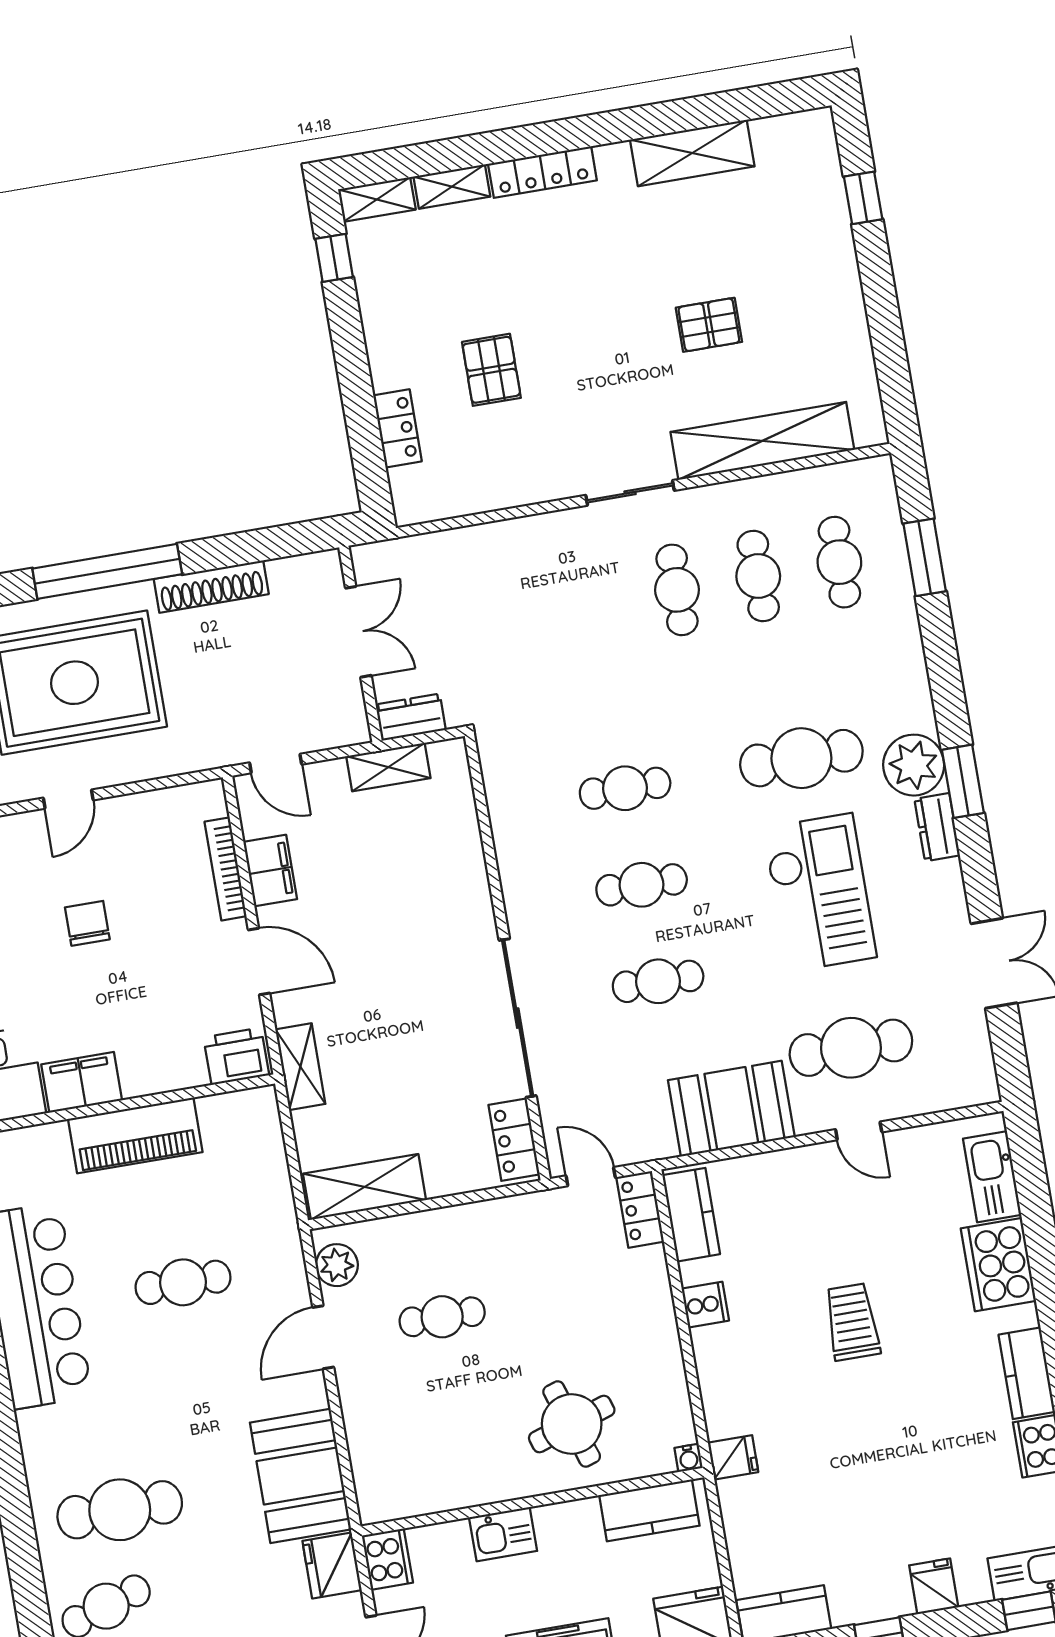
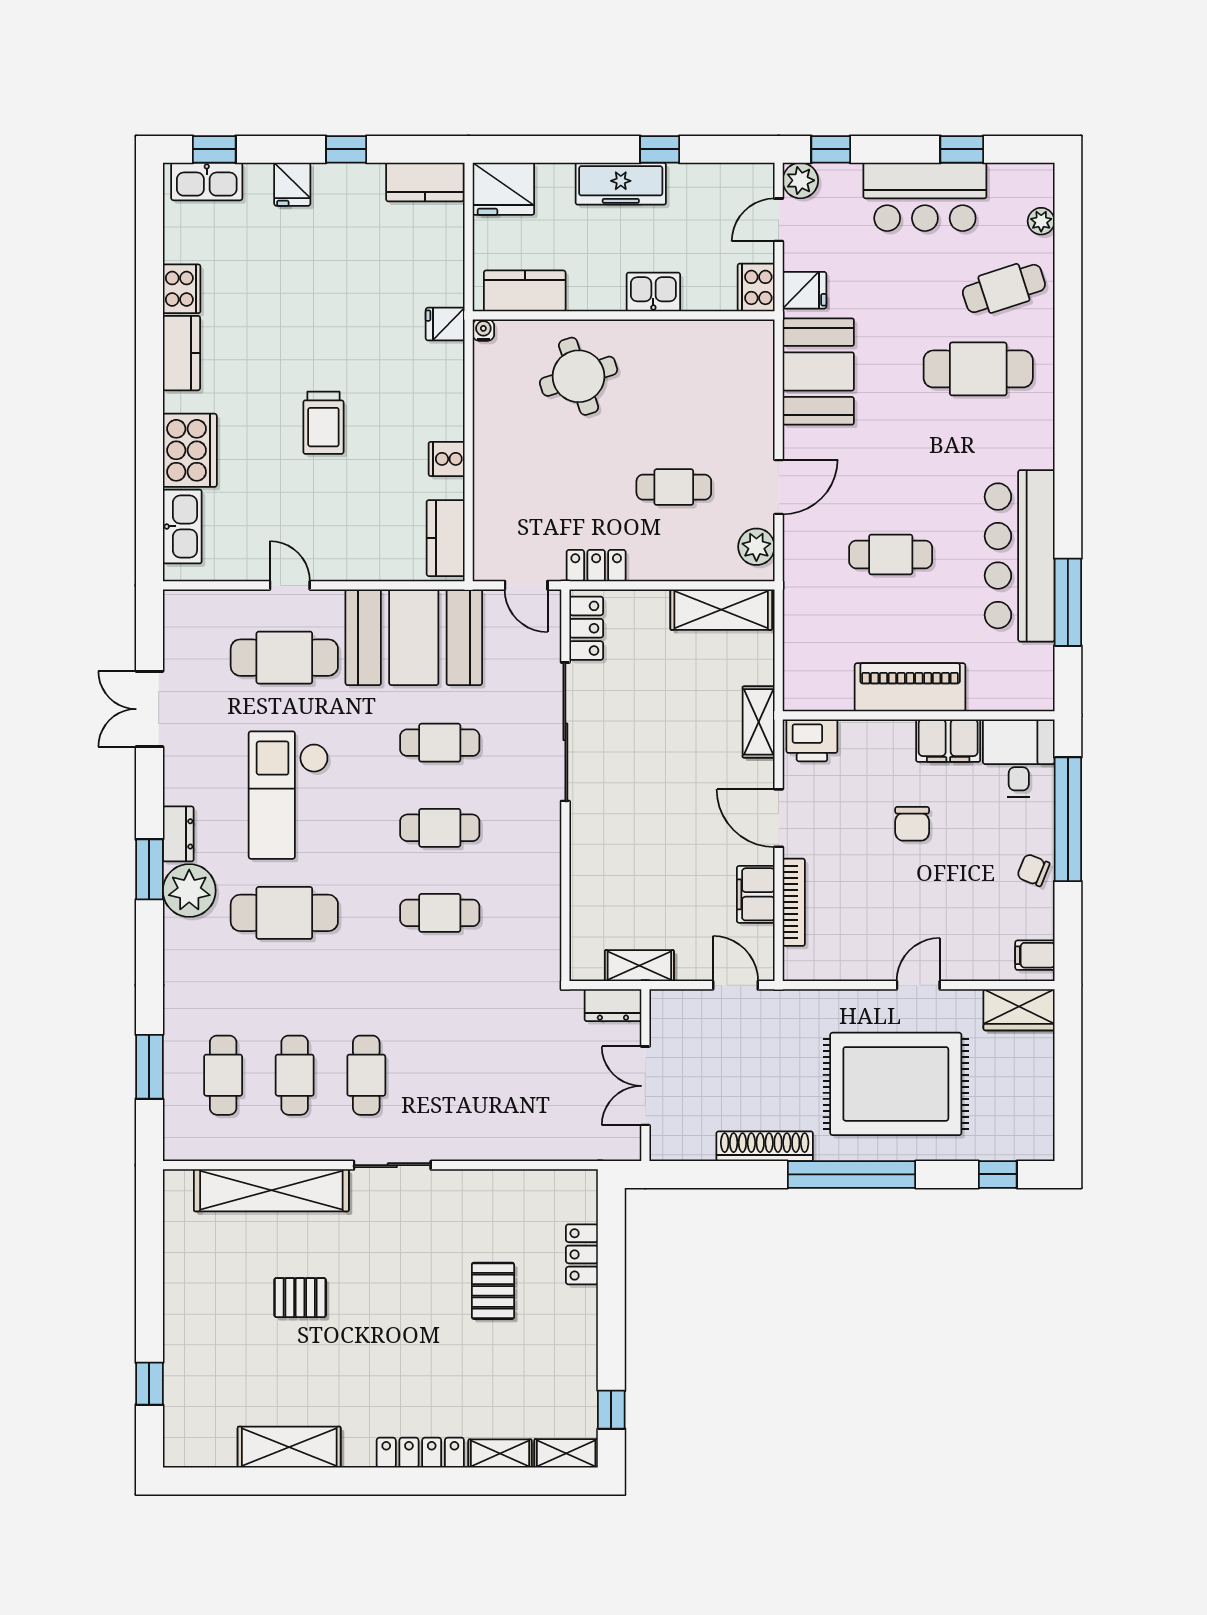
chair: (87, 923) -> (912, 824), moved
booth: (731, 1109) -> (414, 637), width x1.36, depth x1.42
locker: (640, 1209) -> (596, 566), moved, turned -90
fridge: (332, 1565) -> (804, 290), width x0.72

